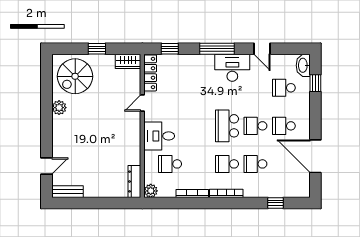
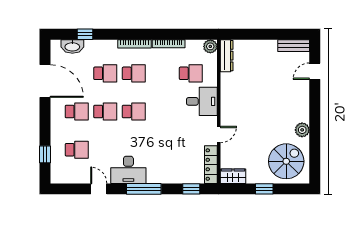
washbasin: (303, 65) -> (72, 46), moved, turned 90
school desk: (227, 126) -> (134, 112), width x0.54

